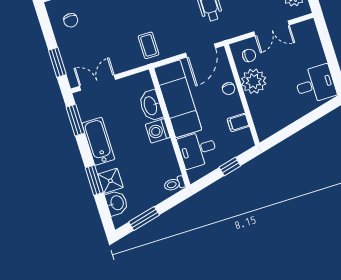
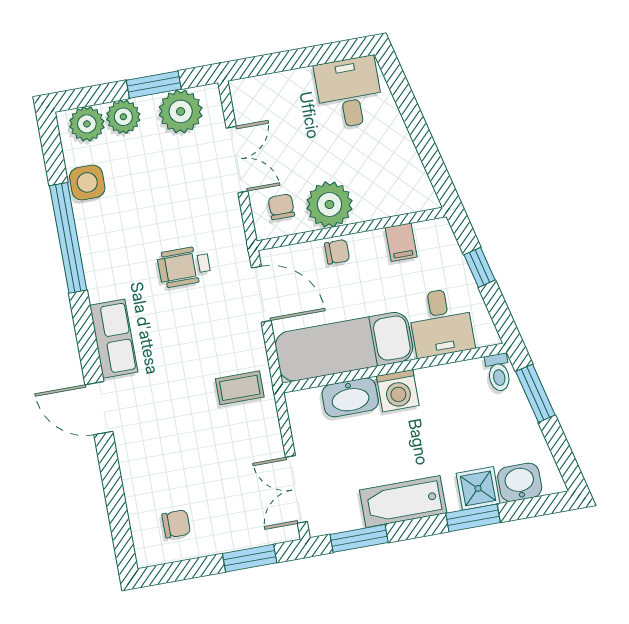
window: (144, 218) -> (535, 393), moved

